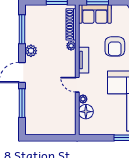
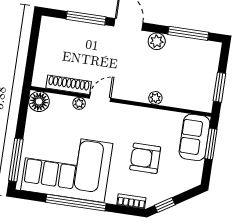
shoe rack: (71, 24) -> (69, 85), moved
tv unit: (84, 60) -> (133, 112), removed
floor lamp: (86, 112) -> (39, 101), moved

